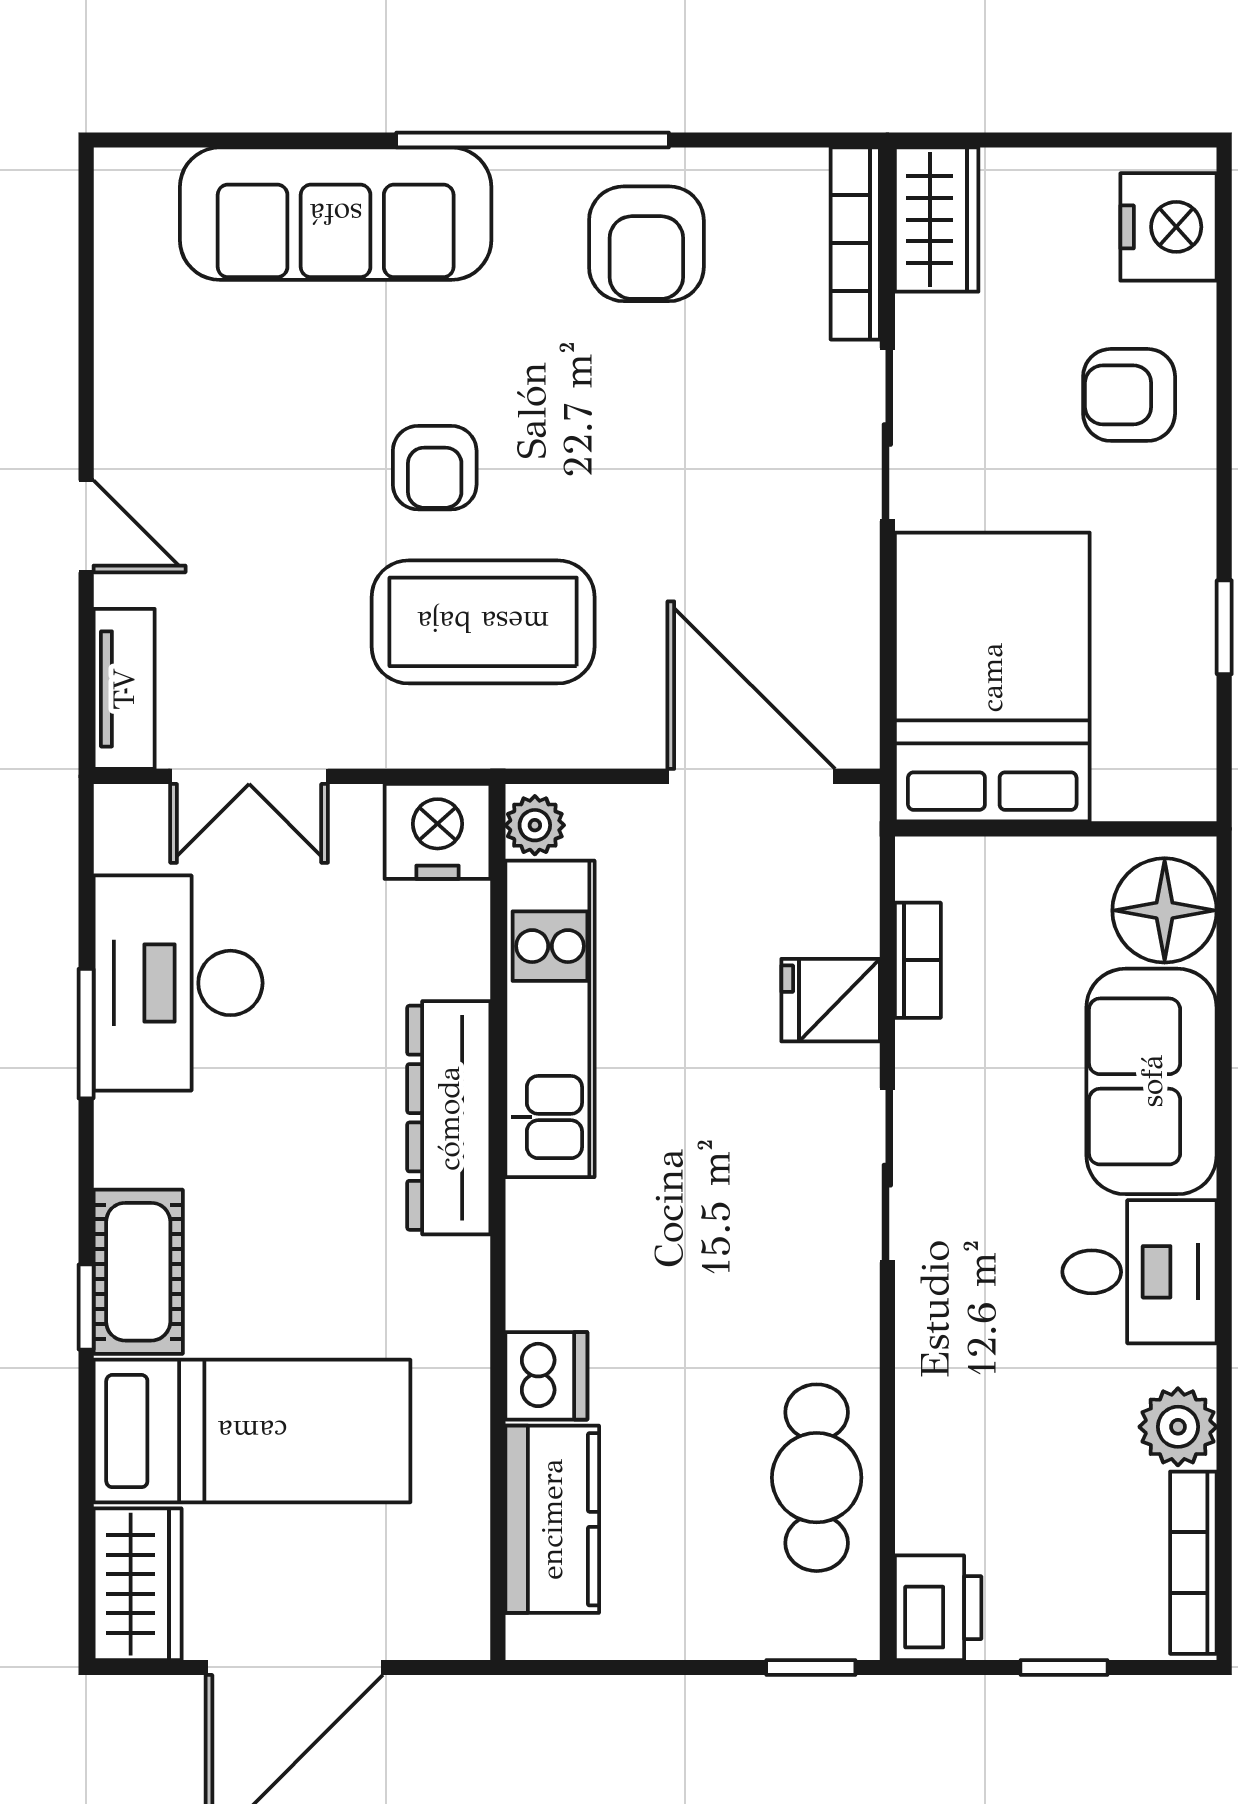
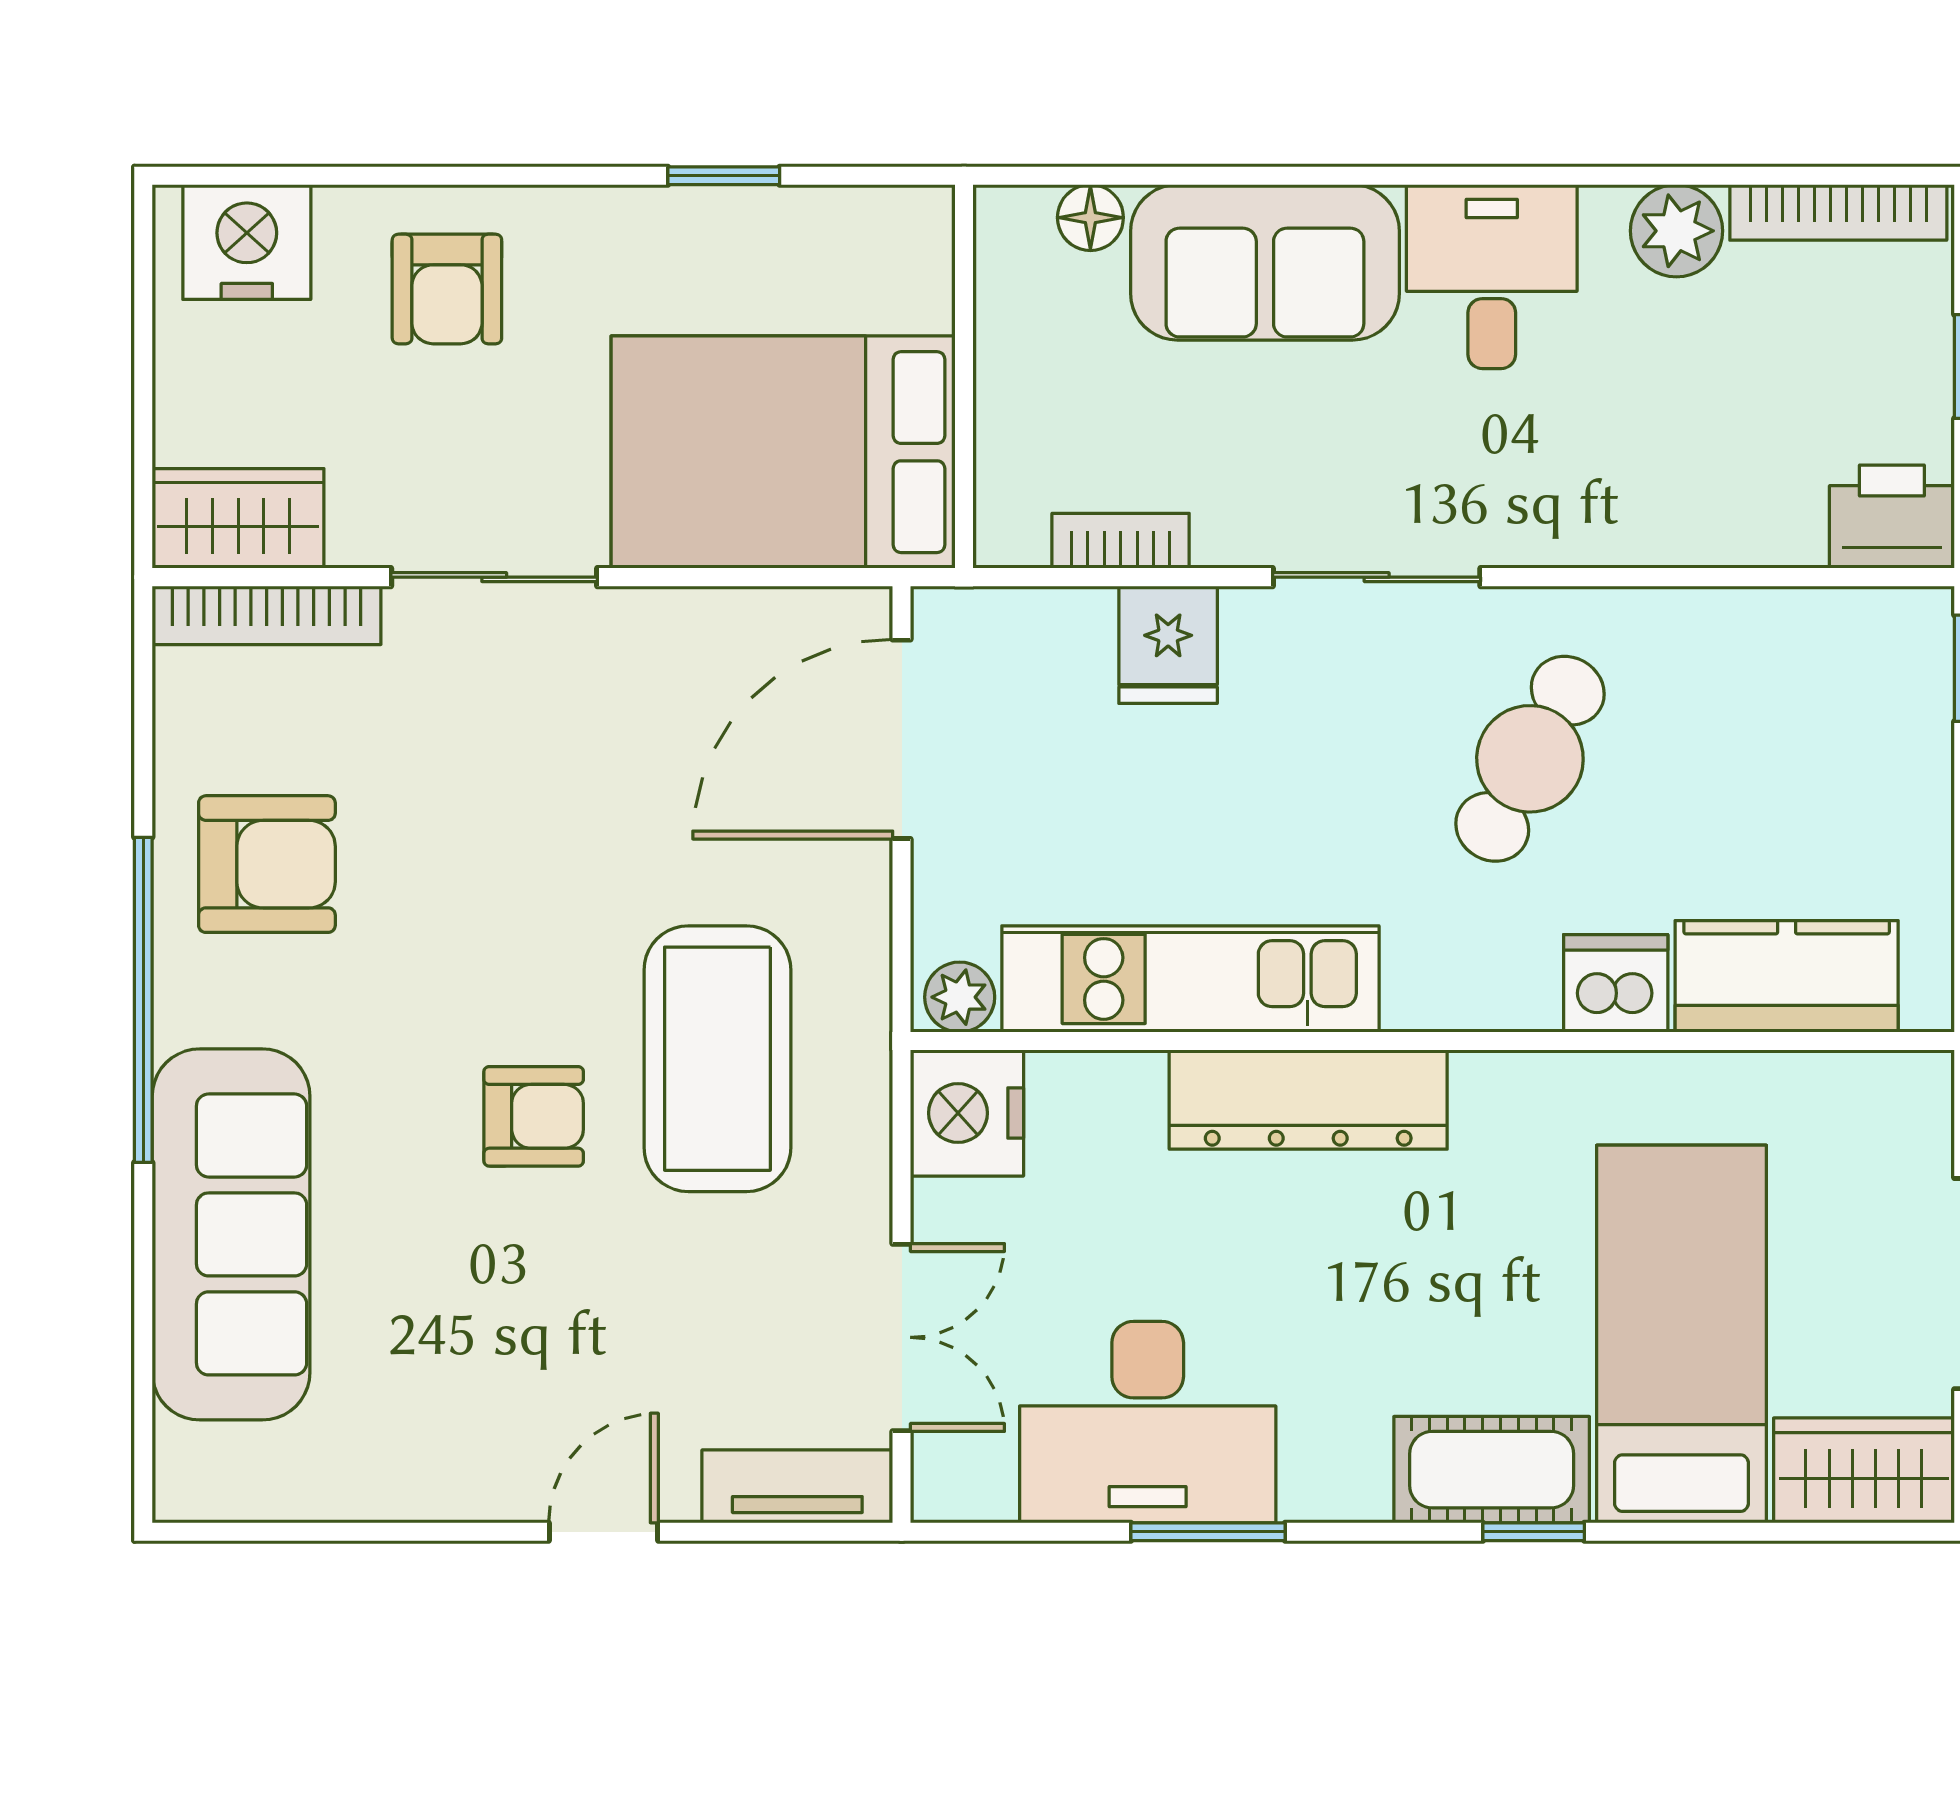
floor lamp: (1165, 910) -> (1090, 218), width x0.53, depth x0.53
cafe table: (817, 1478) -> (1530, 759), moved, turned -61

